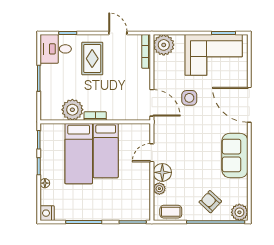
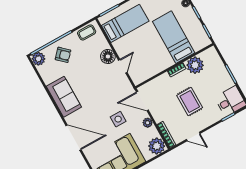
rug: (92, 59) -> (190, 101), moved
bed: (106, 151) -> (125, 23), moved, turned 90
plant: (159, 189) -> (148, 123), moved

